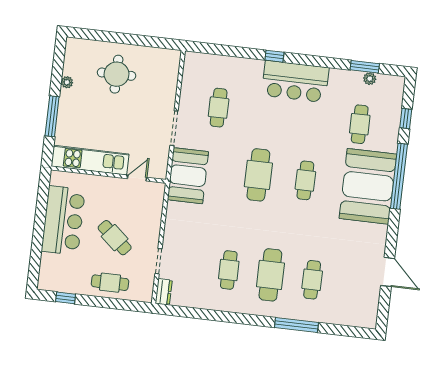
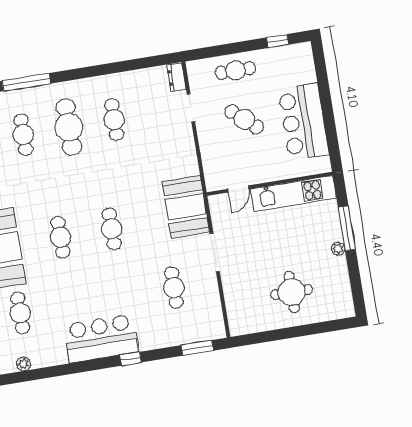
window: (365, 67) -> (197, 348), moved
plant: (67, 82) -> (338, 249), moved
cafe table: (258, 175) -> (112, 229), width x0.73, depth x0.74

